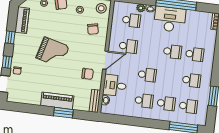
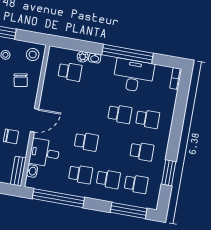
desk: (170, 19) -> (134, 76), moved
school desk: (128, 46) -> (64, 104), removed
window: (127, 121) -> (58, 198), added

